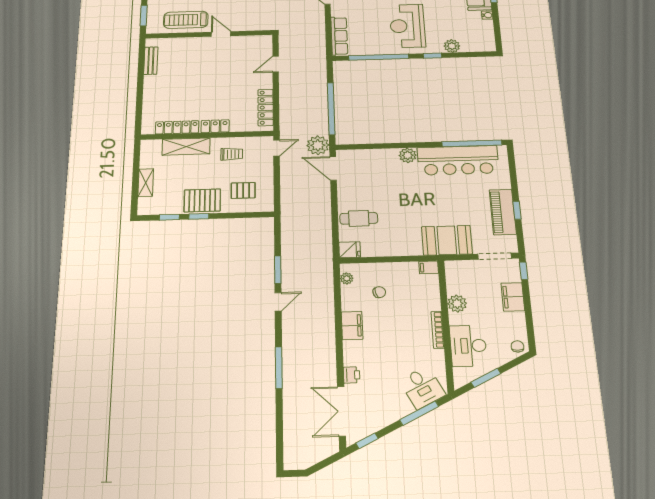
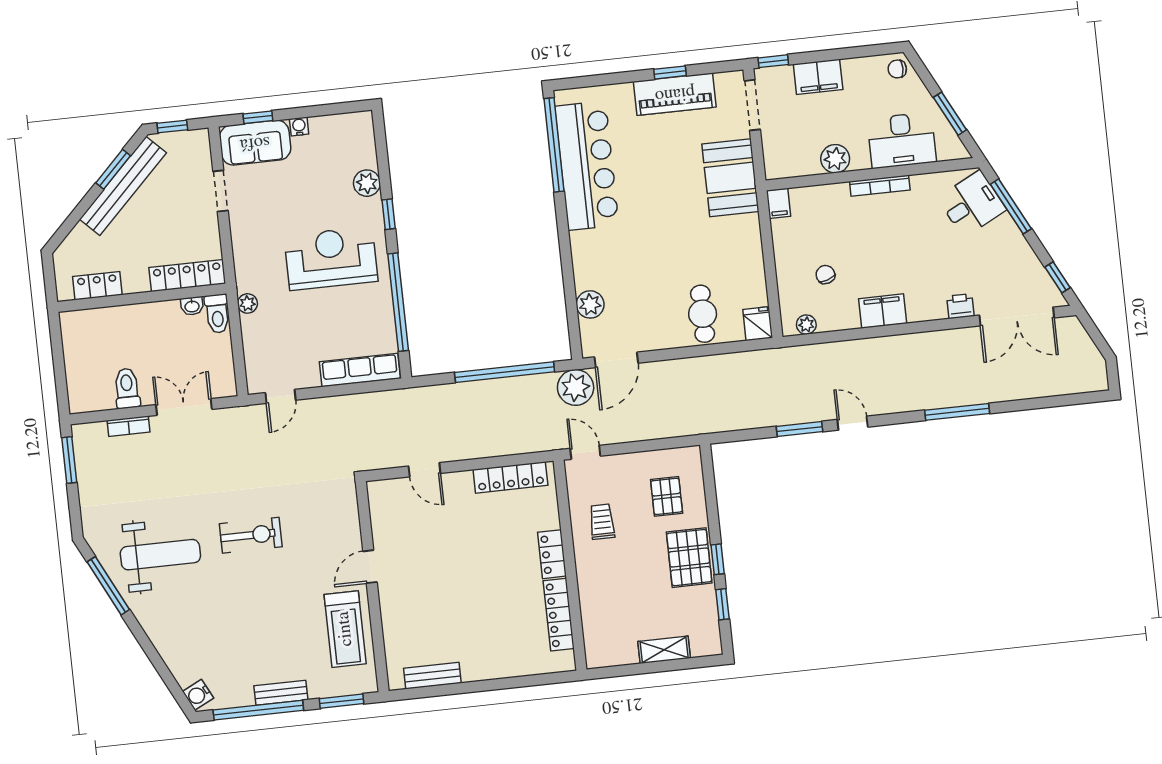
reception desk: (407, 26) -> (331, 258), turned 180
shelving: (186, 147) -> (593, 596), removed
plant: (408, 155) -> (590, 304), moved

